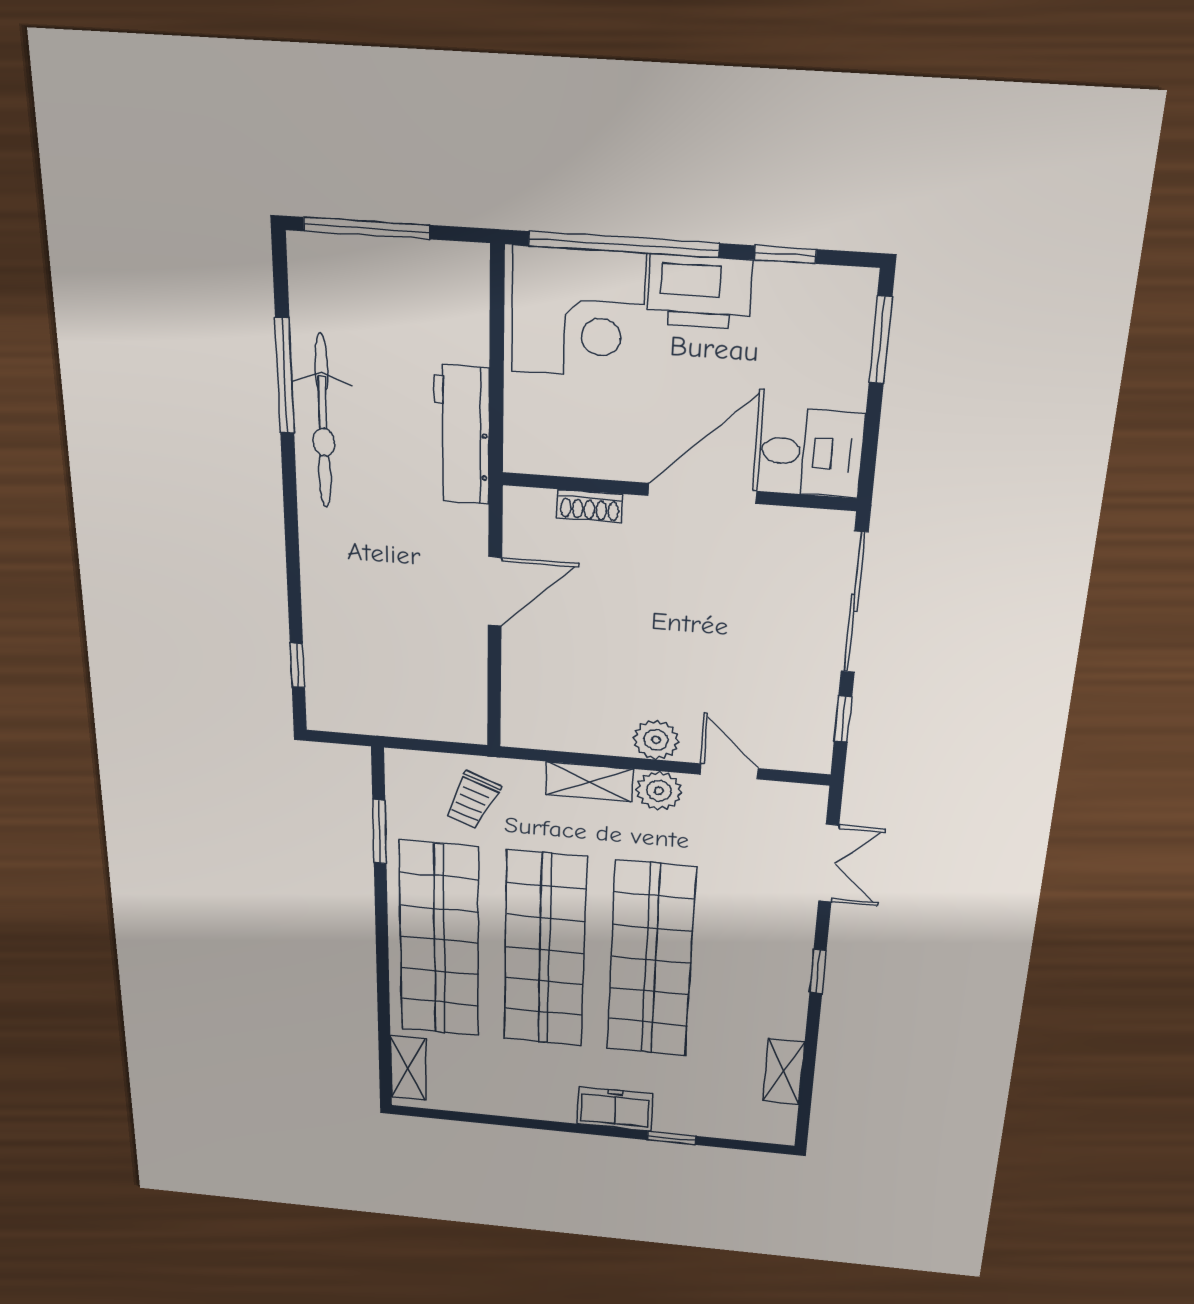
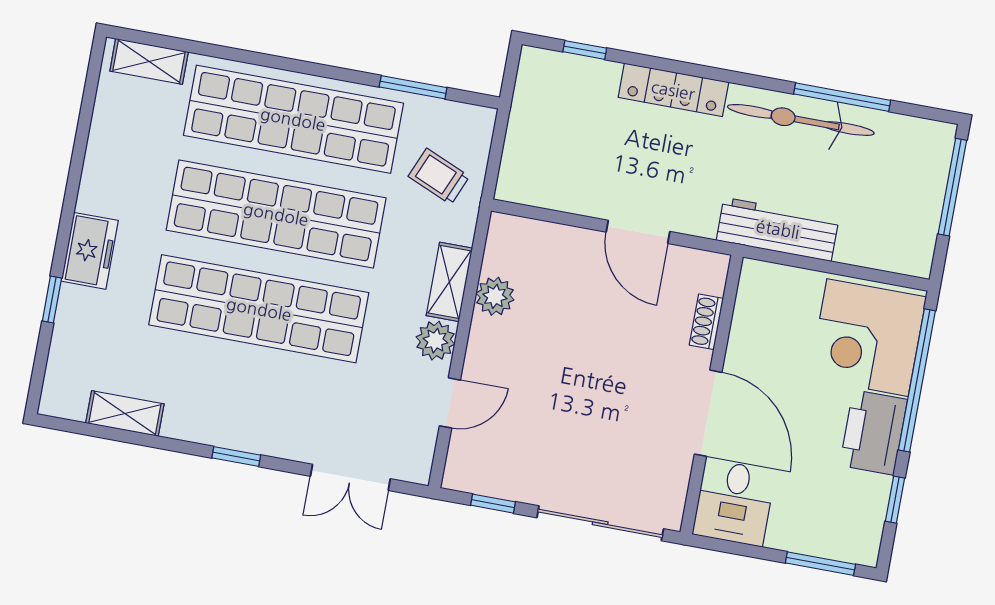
locker: (320, 568) -> (673, 90), added
plant: (656, 740) -> (495, 296), moved

